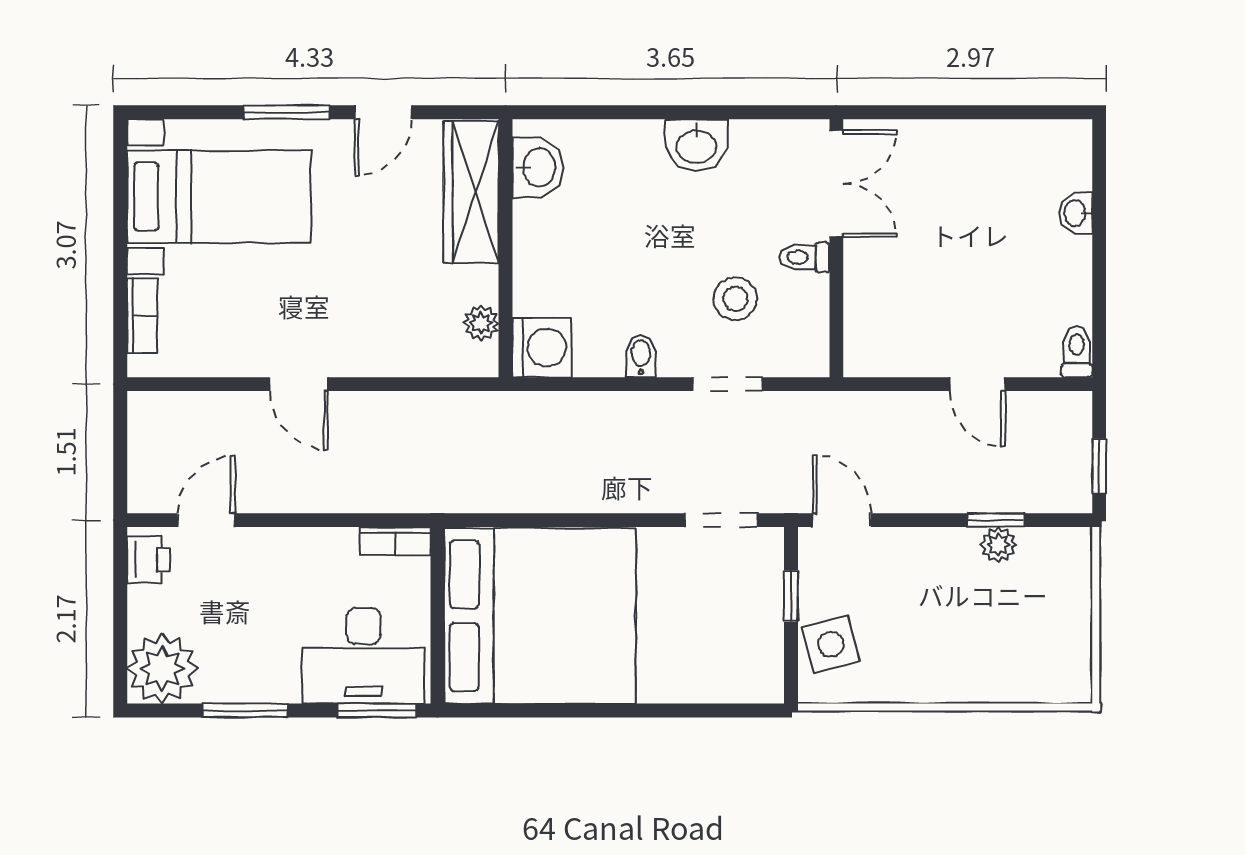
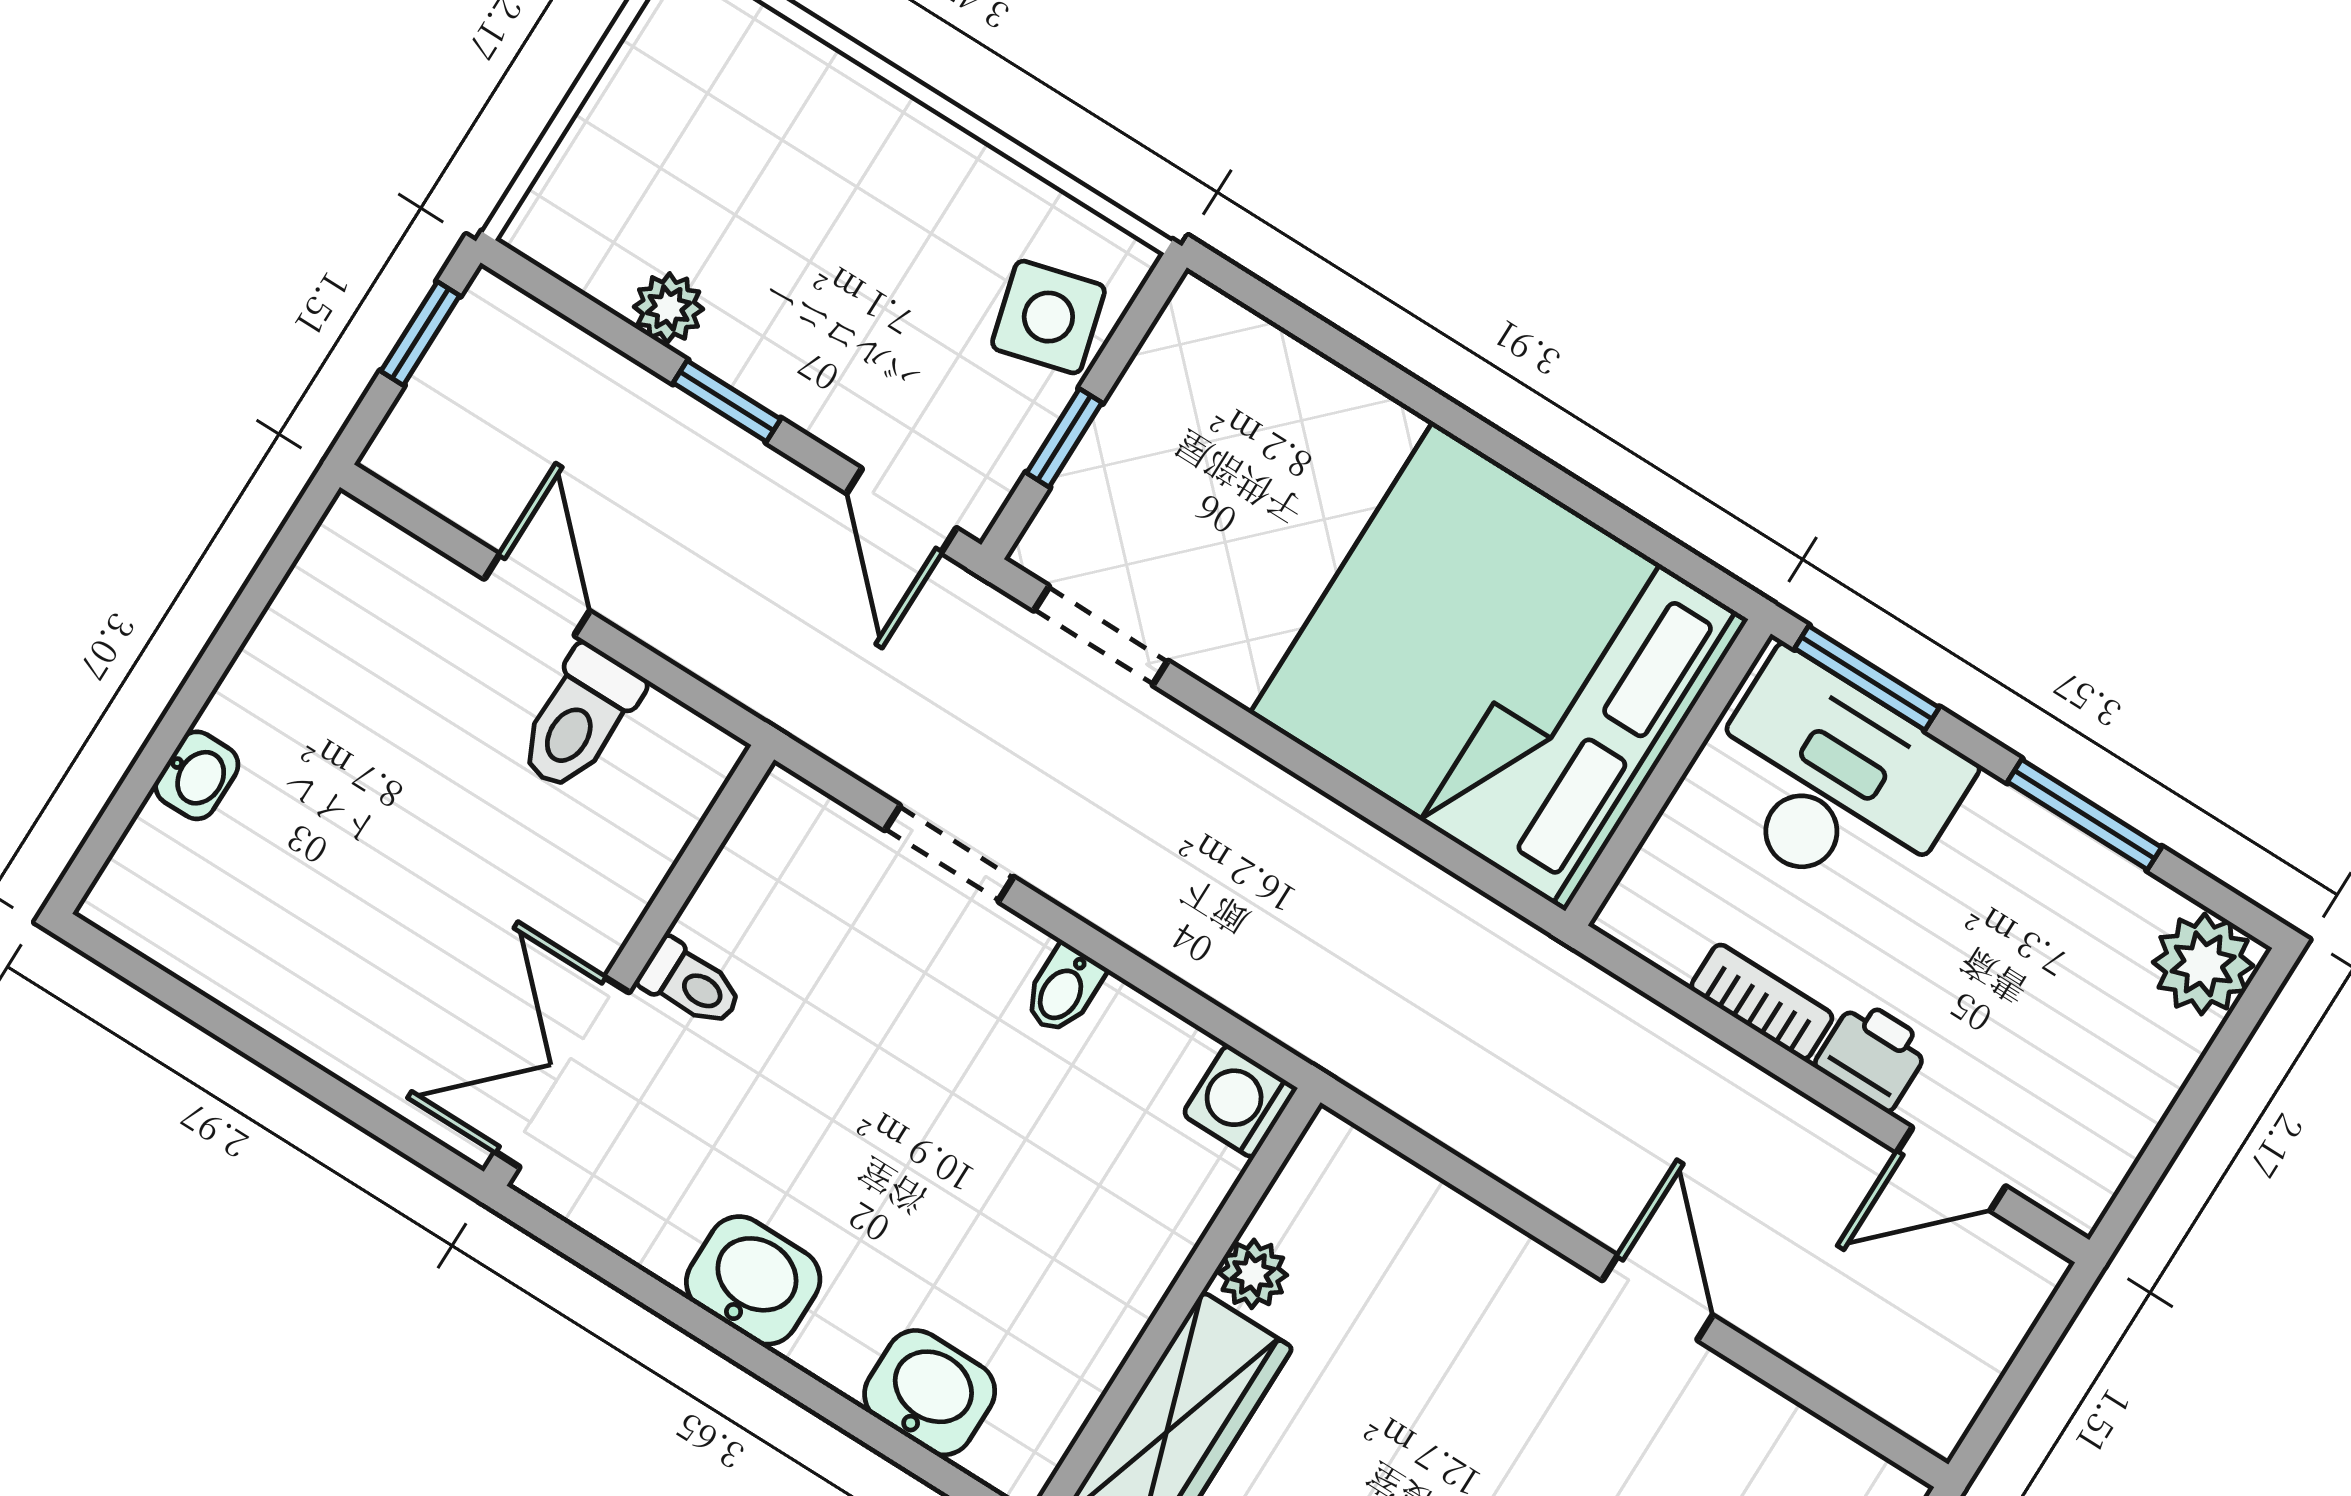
washbasin: (538, 167) -> (930, 1393), moved, turned 90
stool: (735, 299) -> (848, 987), removed
plant: (481, 323) -> (1253, 1274), moved
washing machine: (542, 348) -> (1240, 1101), width x0.73, depth x0.73
toilet: (1077, 352) -> (579, 719), moved, width x1.37, depth x1.39
window: (996, 520) -> (727, 401), moved
bookcase: (395, 541) -> (1762, 1002), moved
printer: (148, 560) -> (1873, 1055), moved, turned 90
plant: (162, 669) -> (2203, 964), width x0.73, depth x0.73

